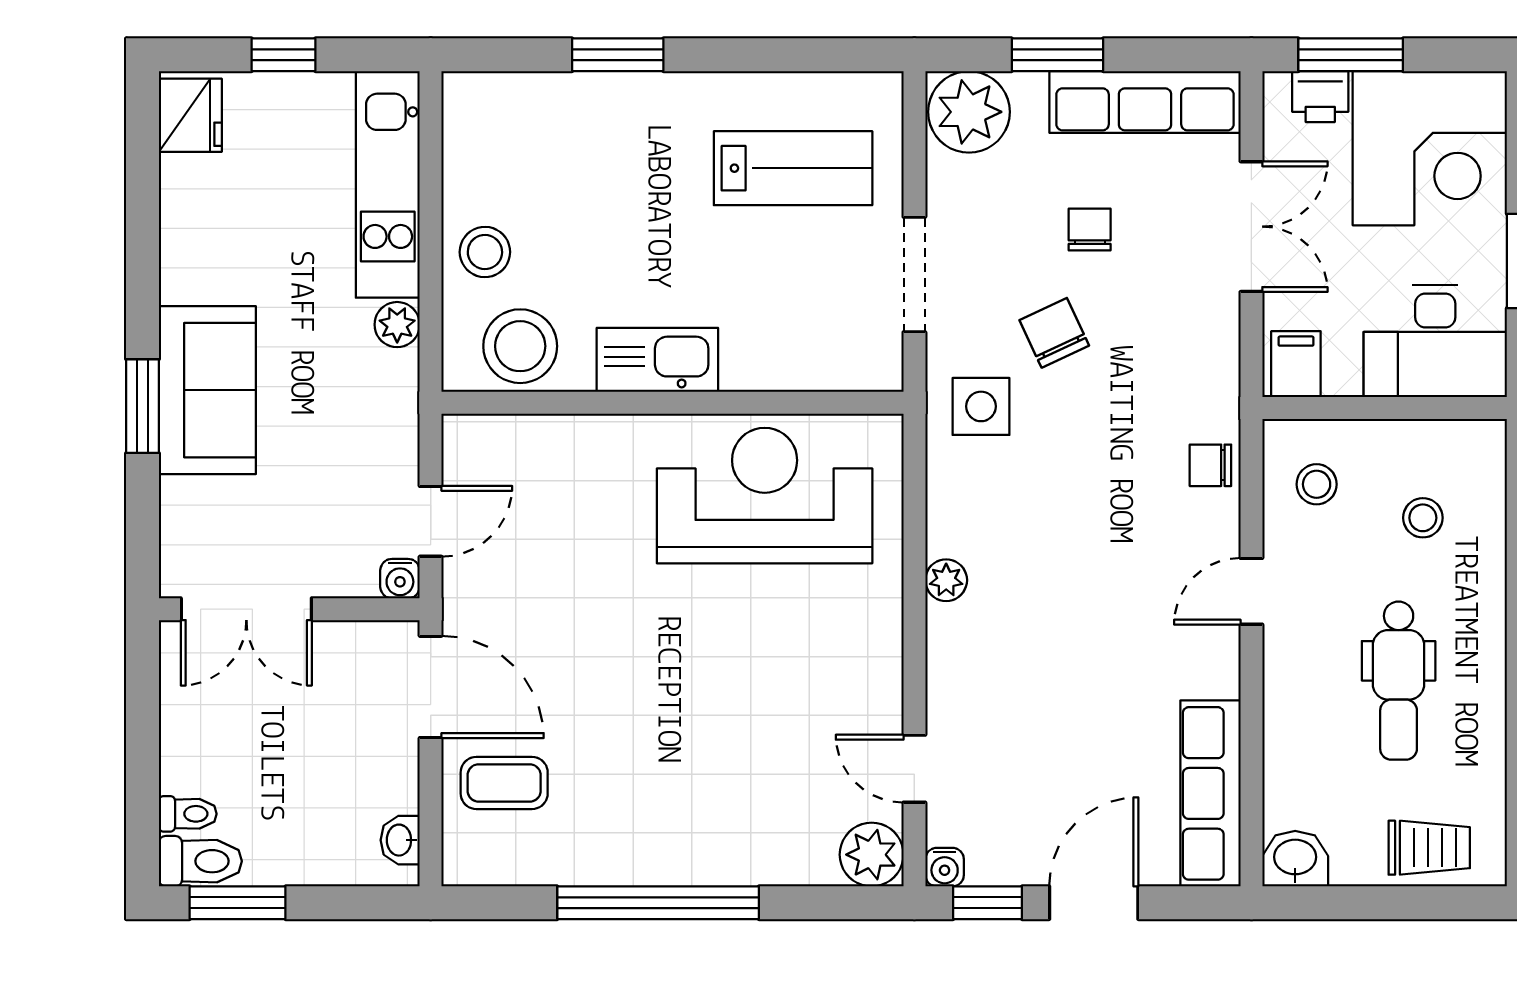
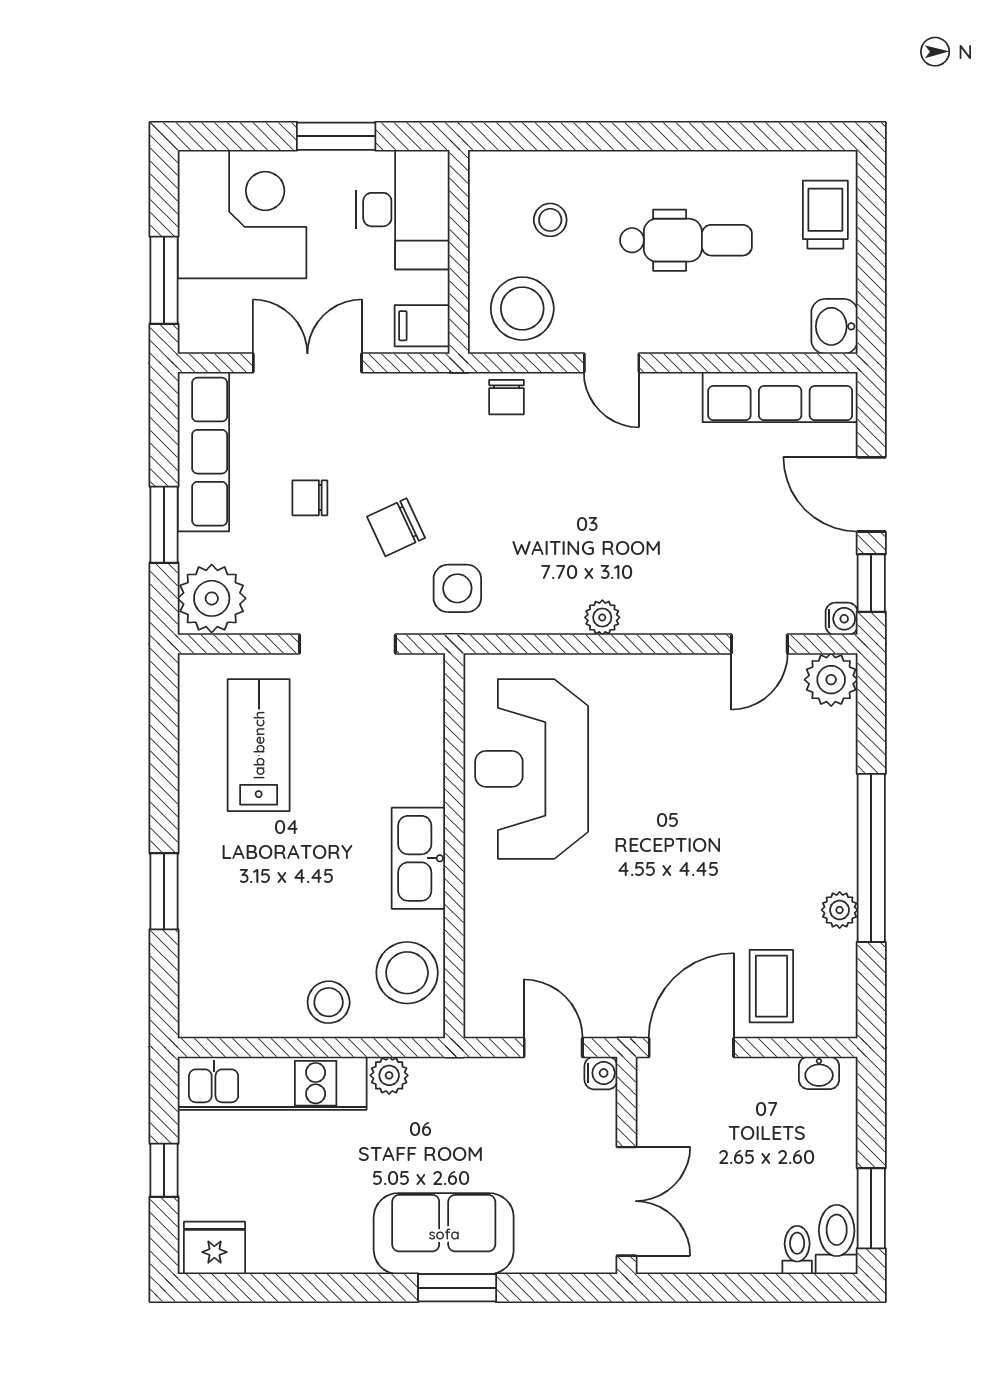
printer: (1320, 97) -> (199, 305), removed
stool: (1317, 484) -> (522, 309), width x1.89, depth x1.89
plant: (595, 865) -> (840, 910), added

